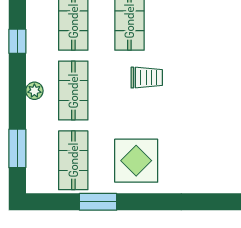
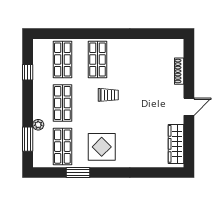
plant: (34, 91) -> (38, 125), moved

